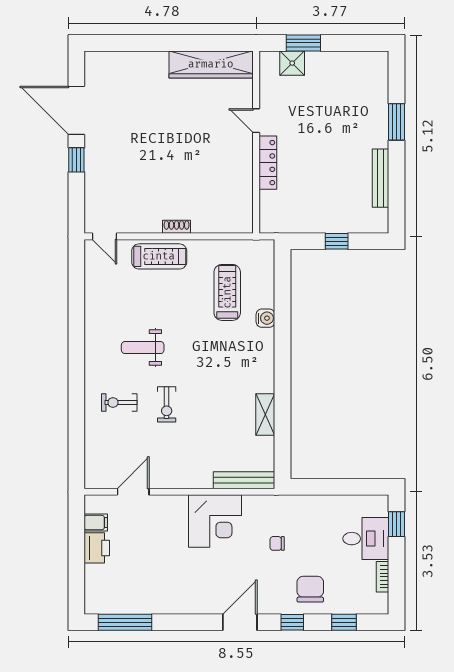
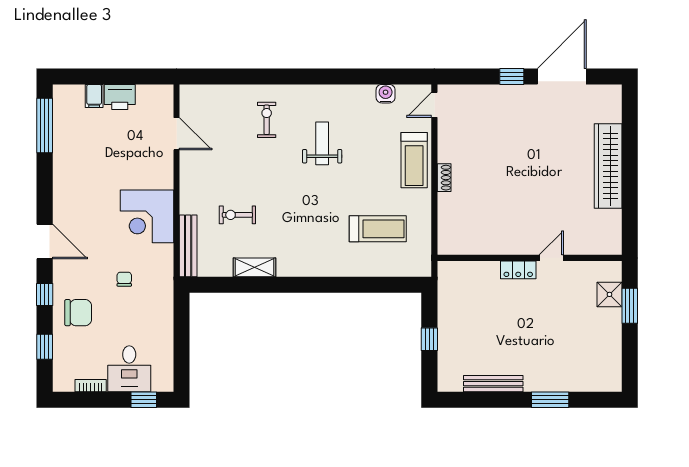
wardrobe: (211, 64) -> (608, 166), moved
locker: (268, 163) -> (518, 270), width x0.66
water cooler: (265, 318) -> (386, 94), moved, turned 180
exercise bike: (167, 404) -> (237, 215), moved
filing cabinet: (96, 523) -> (94, 96), moved

